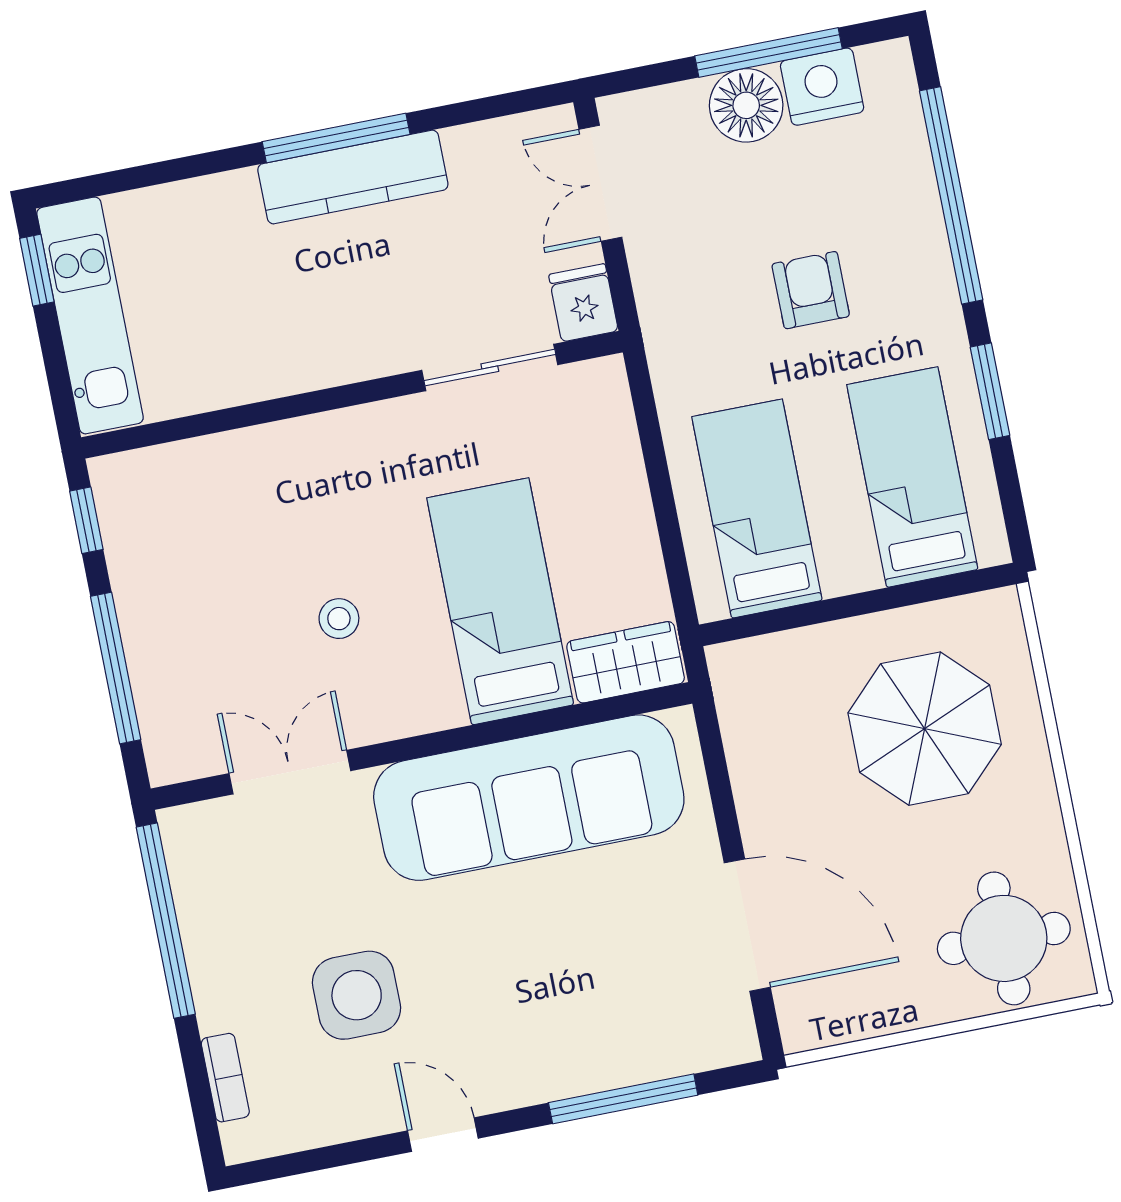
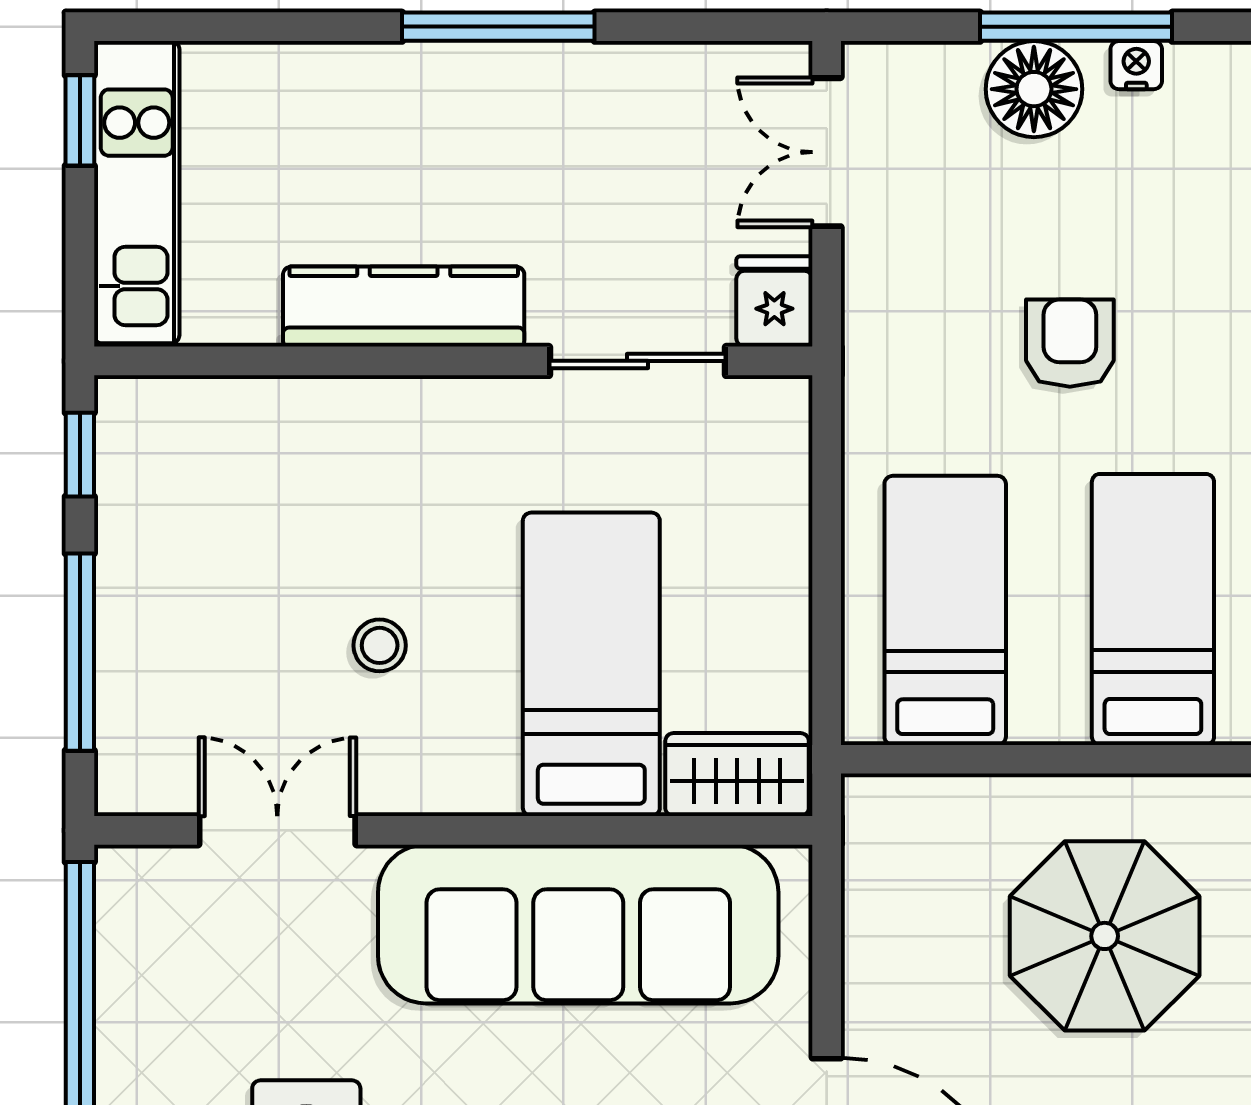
nightstand: (822, 87) -> (1136, 65), width x0.53, depth x0.56
kitchen counter: (353, 177) -> (404, 307), moved, turned 180

